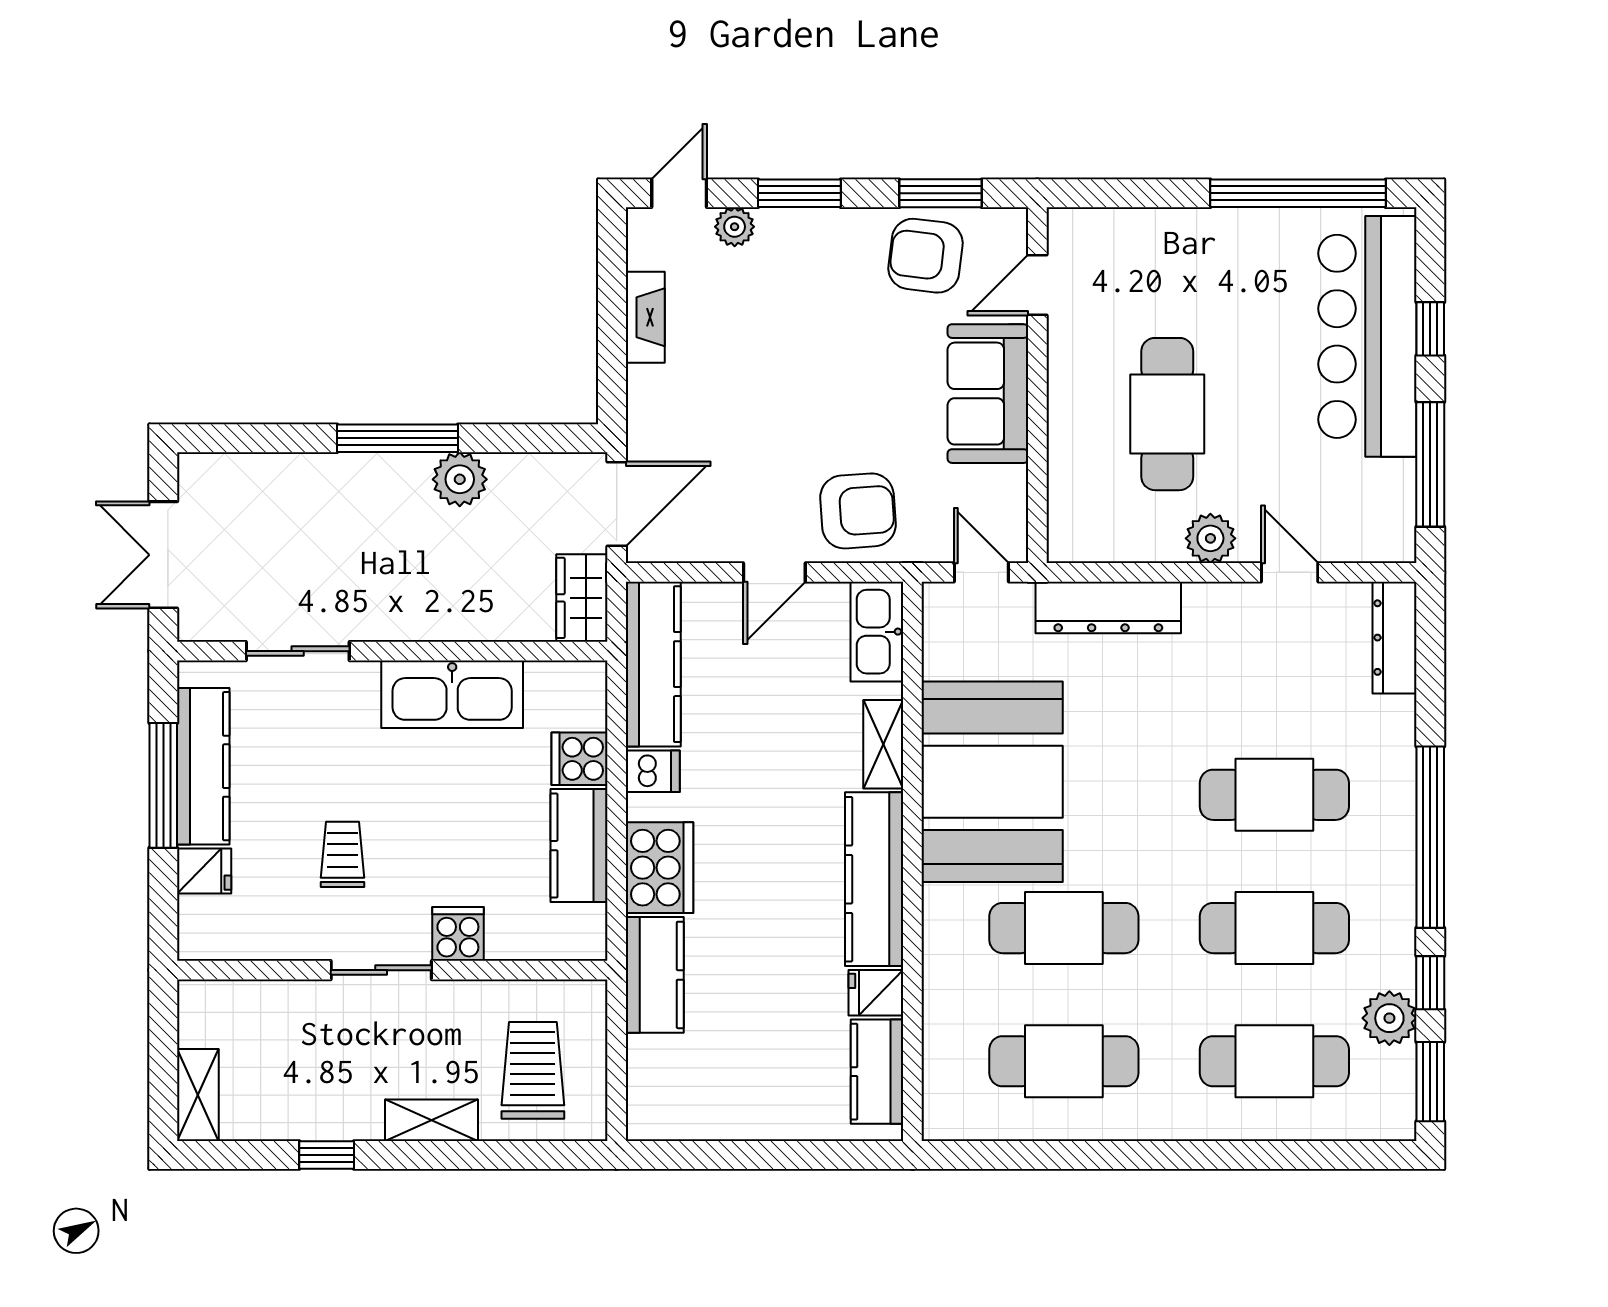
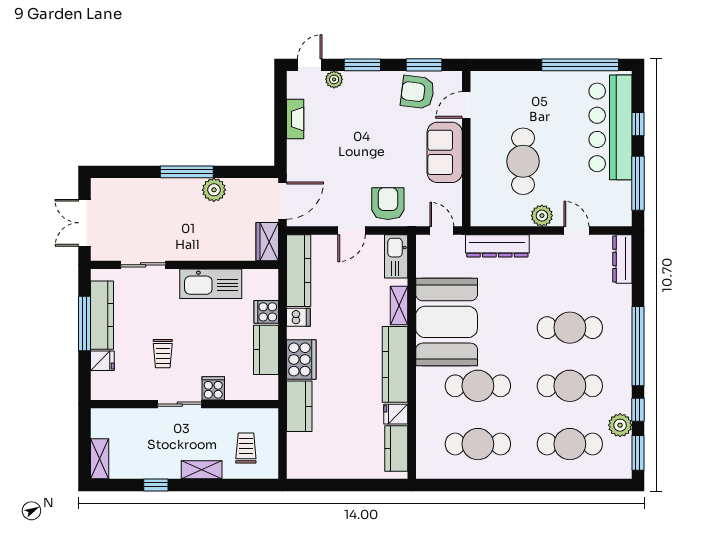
armchair: (858, 511) -> (388, 204), turned -86
trolley: (343, 854) -> (163, 354), turned 180
trolley: (533, 1070) -> (246, 448), width x0.73, depth x0.72

